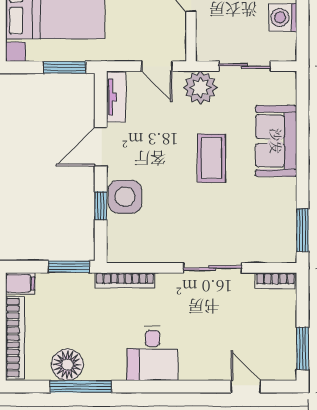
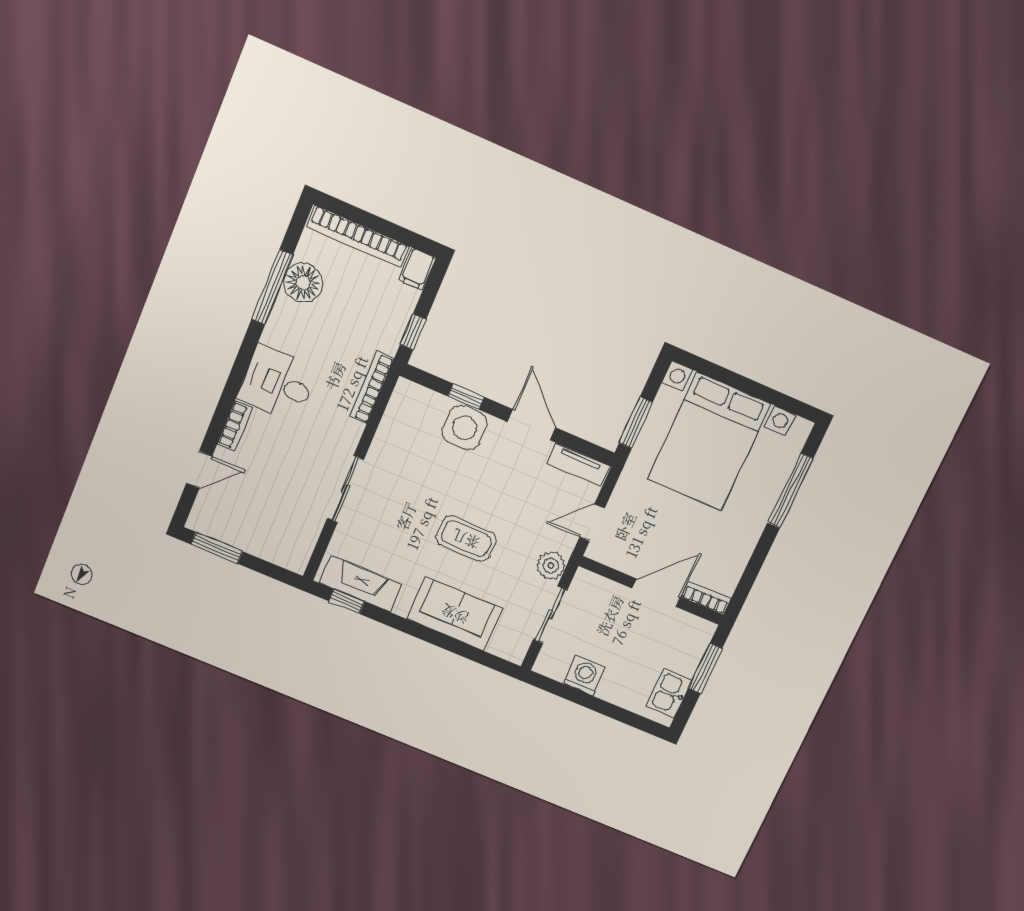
plant: (200, 88) -> (551, 566), width x0.73, depth x0.73
fireplace: (283, 225) -> (361, 584), added
window: (302, 230) -> (347, 601), width x0.67
window: (69, 267) -> (413, 332), width x0.67
bookcase: (275, 281) -> (235, 426), moved, turned 180

